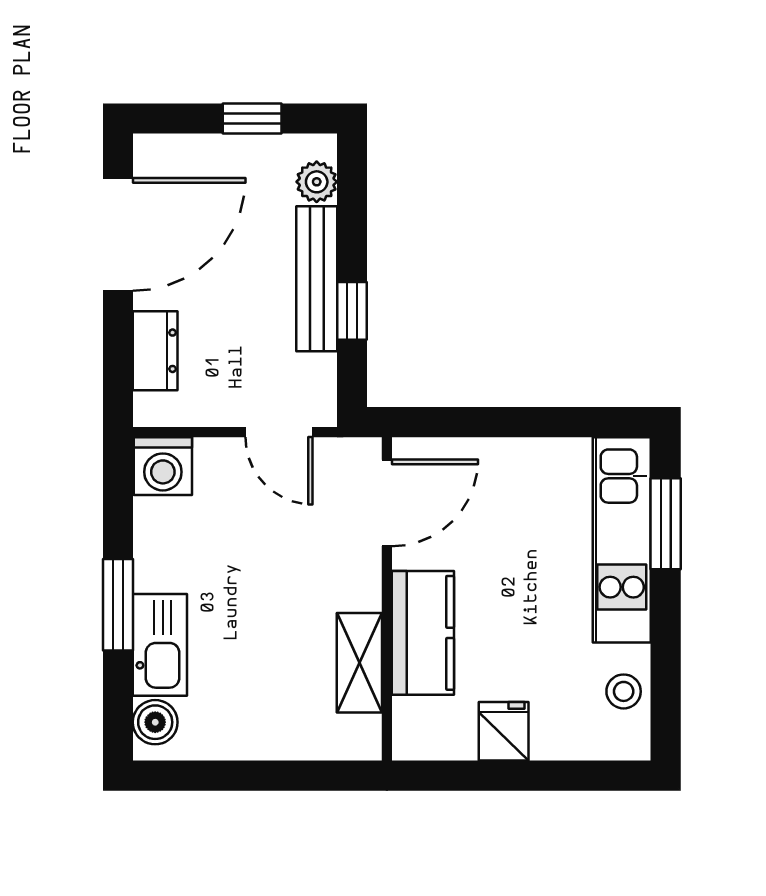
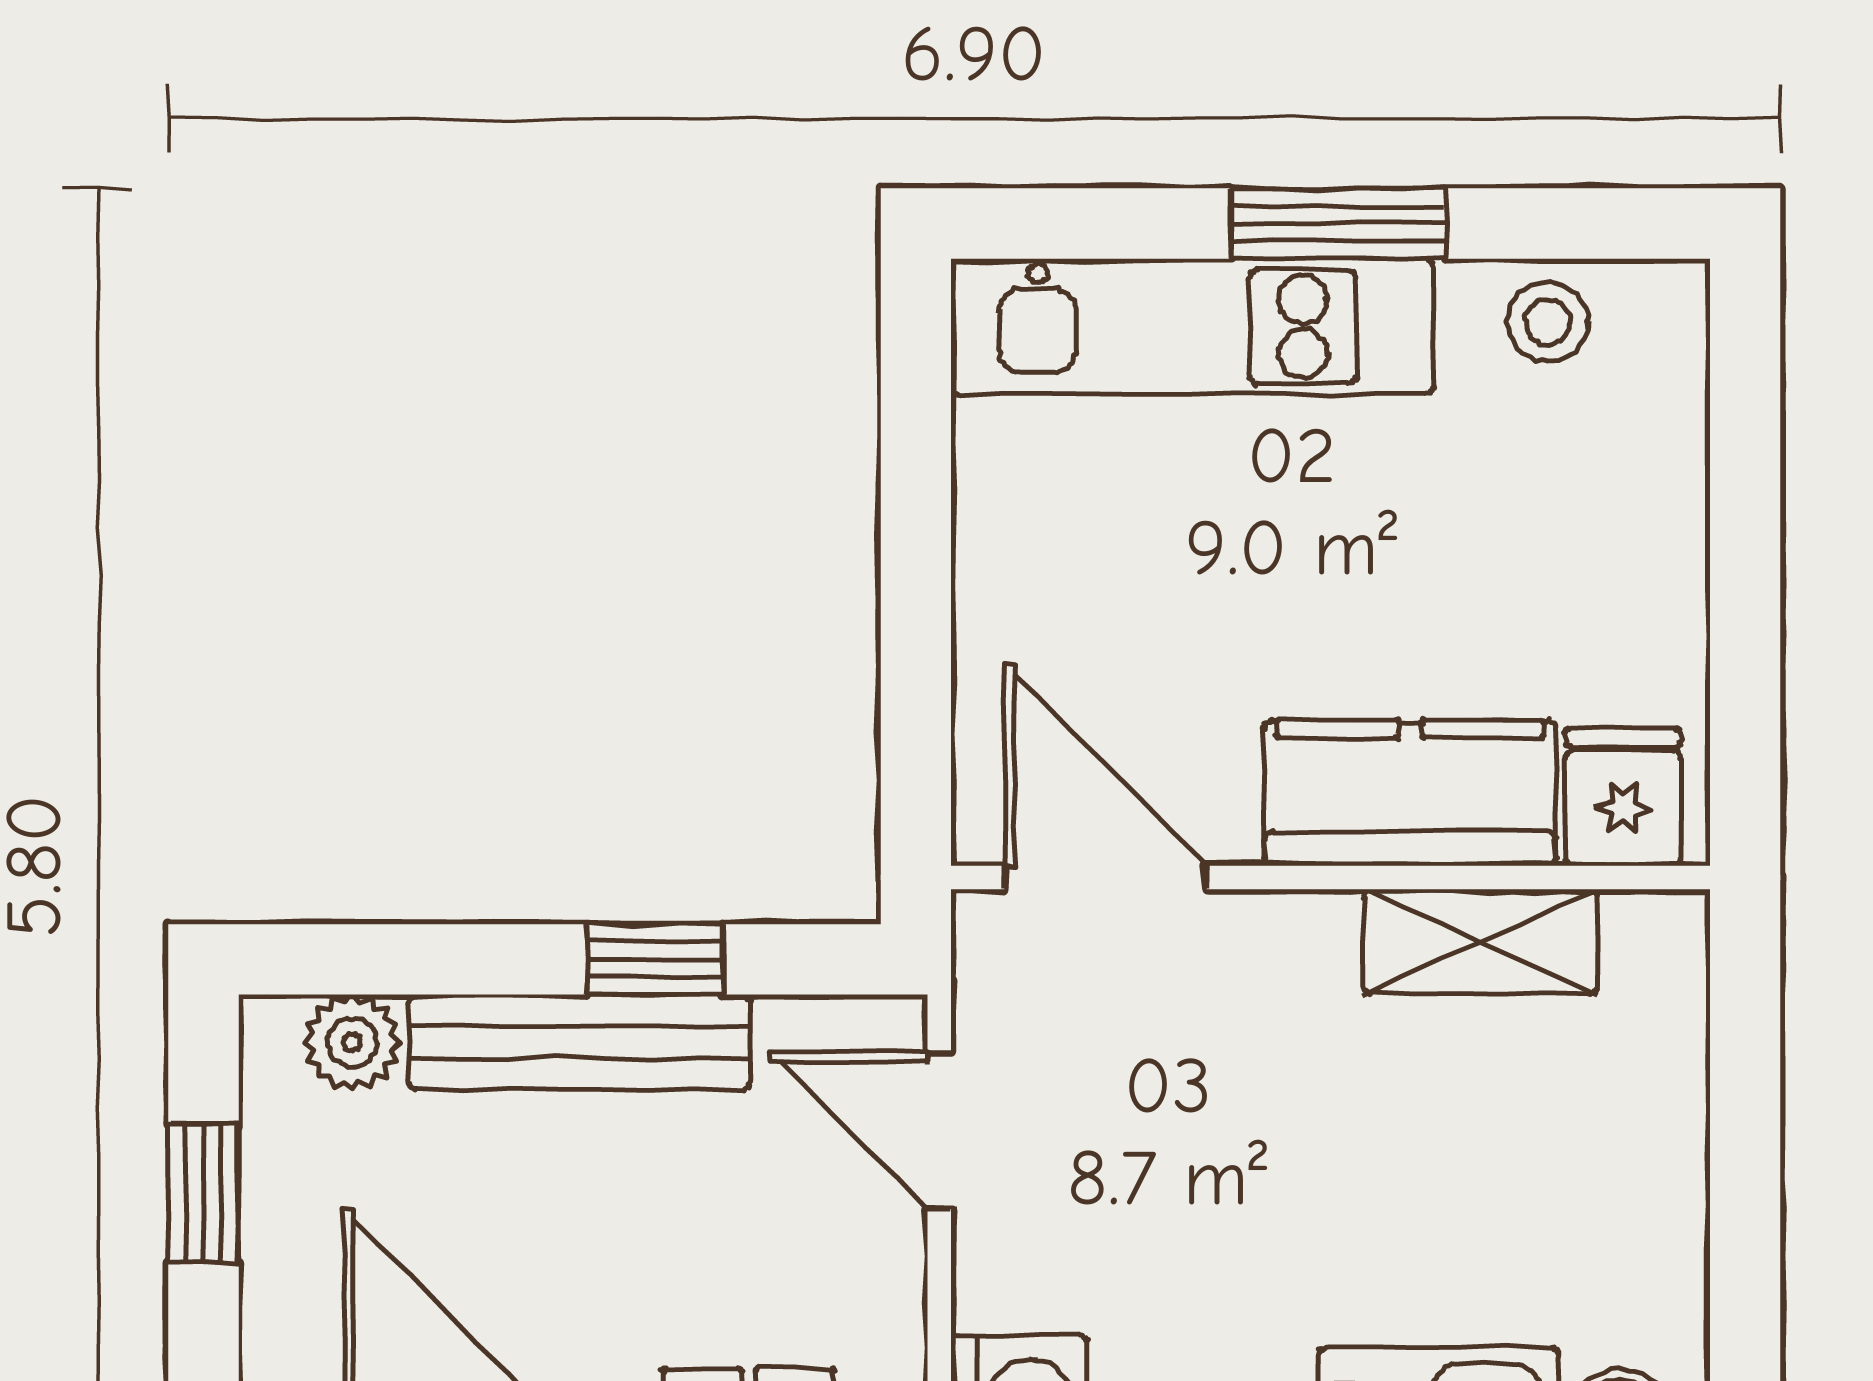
door: (279, 432) -> (939, 1131), swing flipped
window: (666, 524) -> (1338, 224), moved
fridge: (504, 731) -> (1623, 797), moved, turned 90

